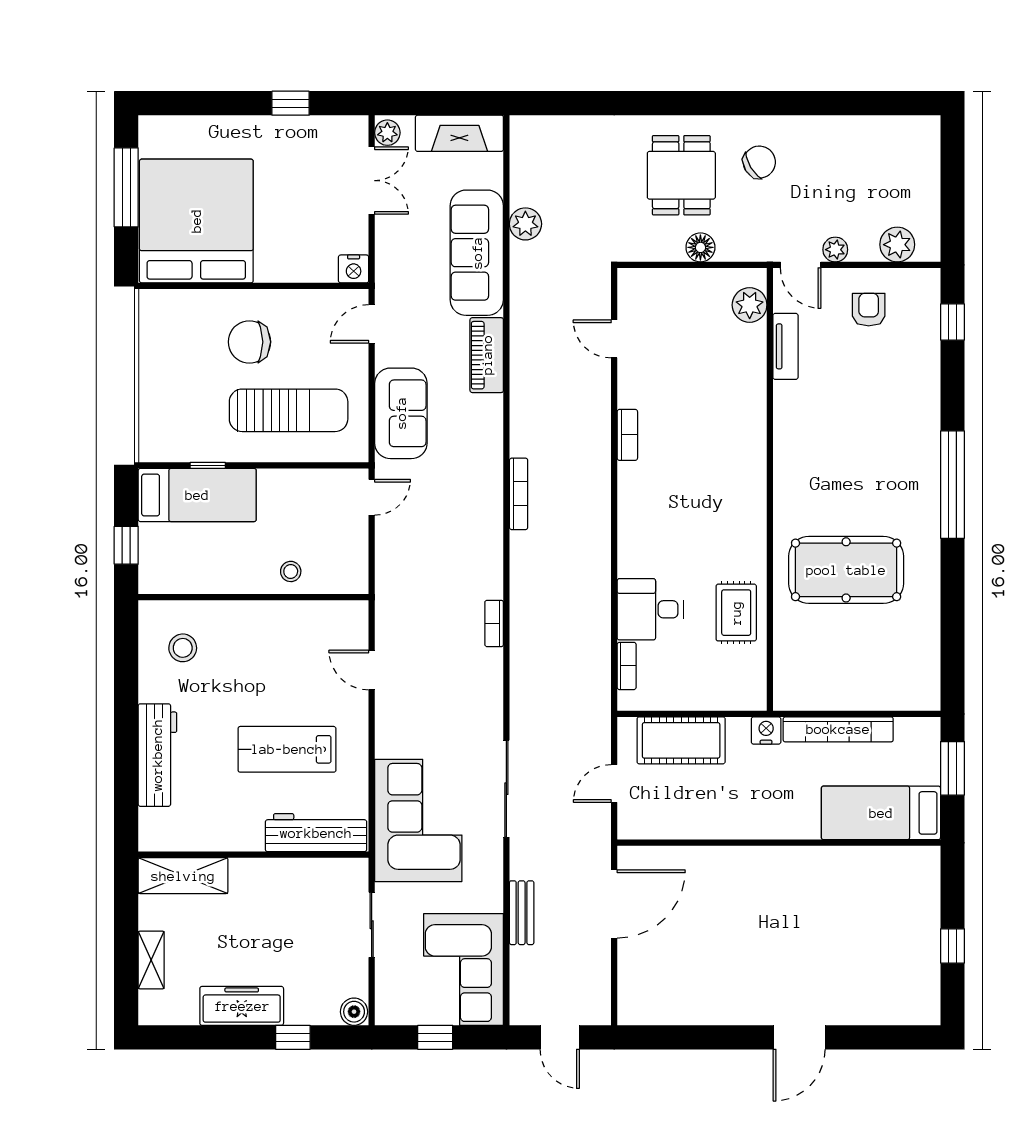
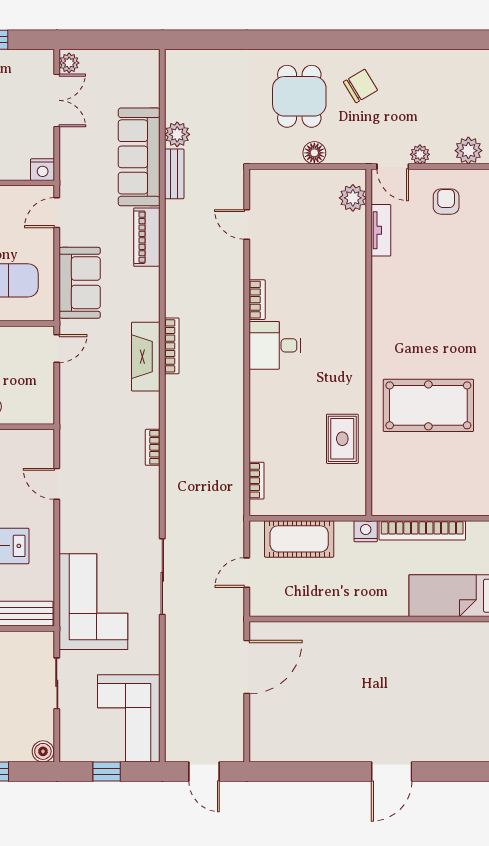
fireplace: (459, 133) -> (146, 357), moved, turned 90
desk: (650, 609) -> (275, 345), moved
bench: (522, 913) -> (174, 174), moved

